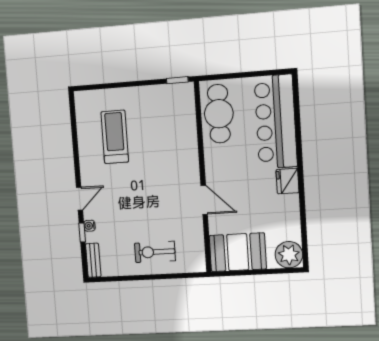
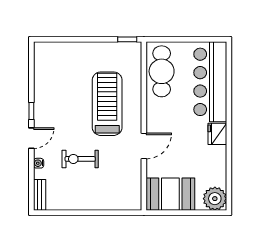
treadmill: (115, 137) -> (107, 104), moved, width x1.37, depth x1.38
door: (204, 200) -> (144, 146), hinge flipped
window: (82, 233) -> (31, 111), moved
exercise bike: (155, 252) -> (80, 159), moved

